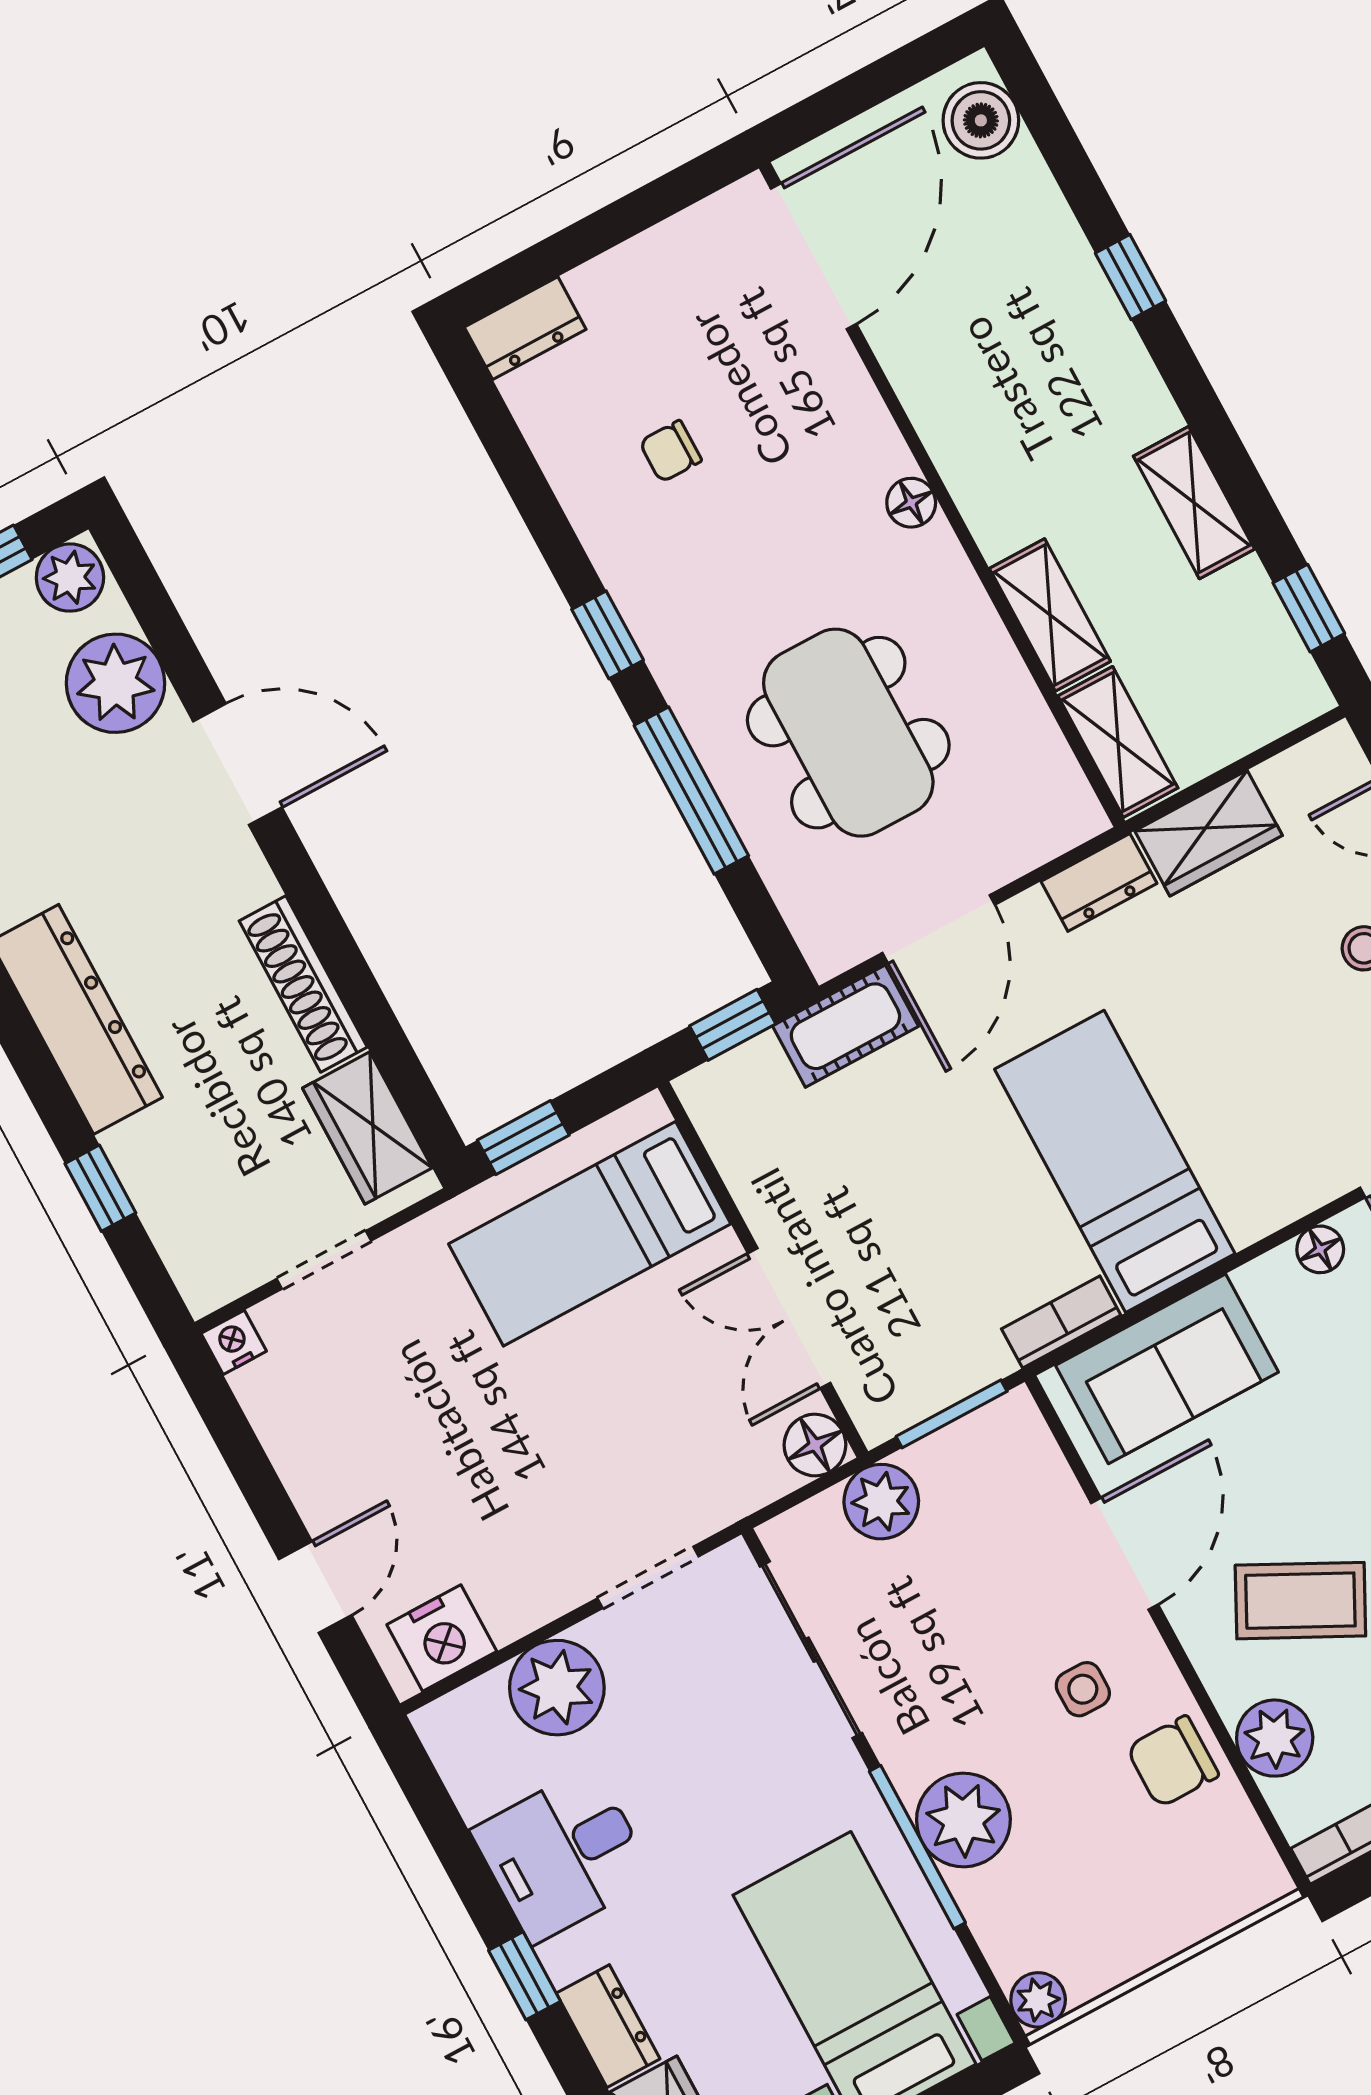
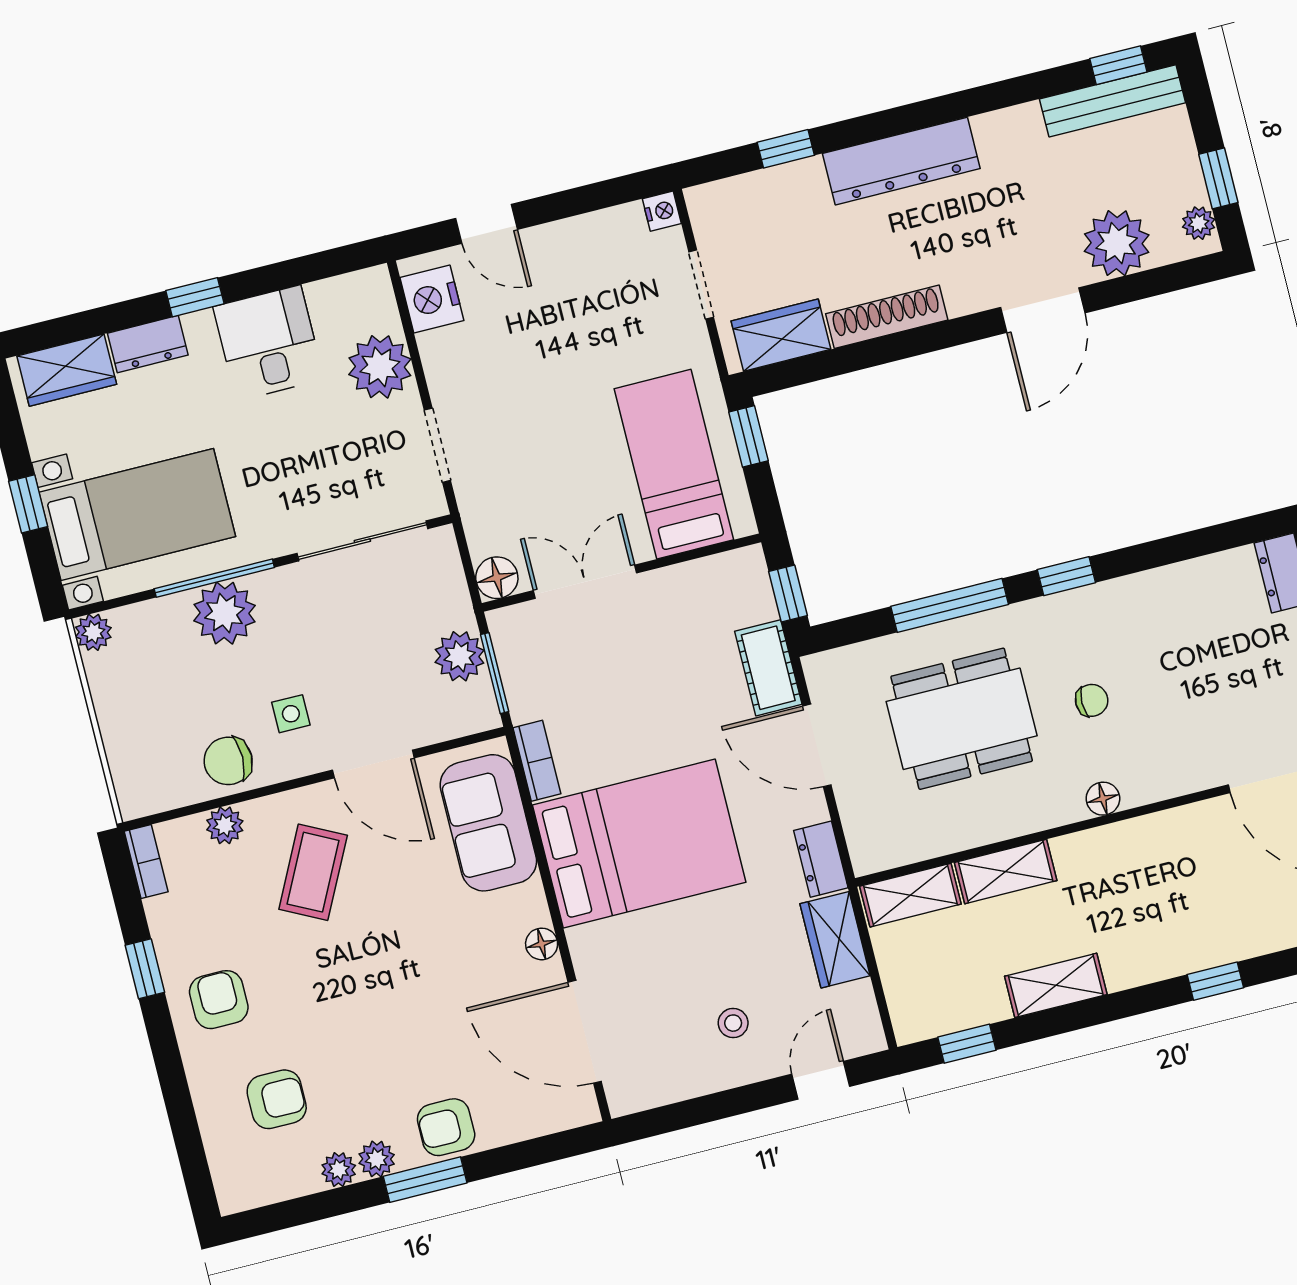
chair: (671, 451) -> (1092, 700), moved, turned 90
plant: (70, 578) -> (1199, 223), width x0.73, depth x0.73
bed: (1115, 1161) -> (639, 844), width x1.50
plant: (881, 1502) -> (460, 656), moved
plant: (1275, 1738) -> (225, 825), width x0.73, depth x0.73
chair: (1173, 1762) -> (228, 761), turned -90

